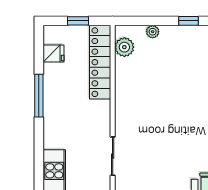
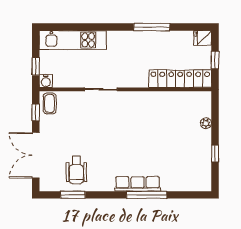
plant: (124, 47) -> (193, 99), removed
fridge: (53, 54) -> (203, 38), moved, turned 90

